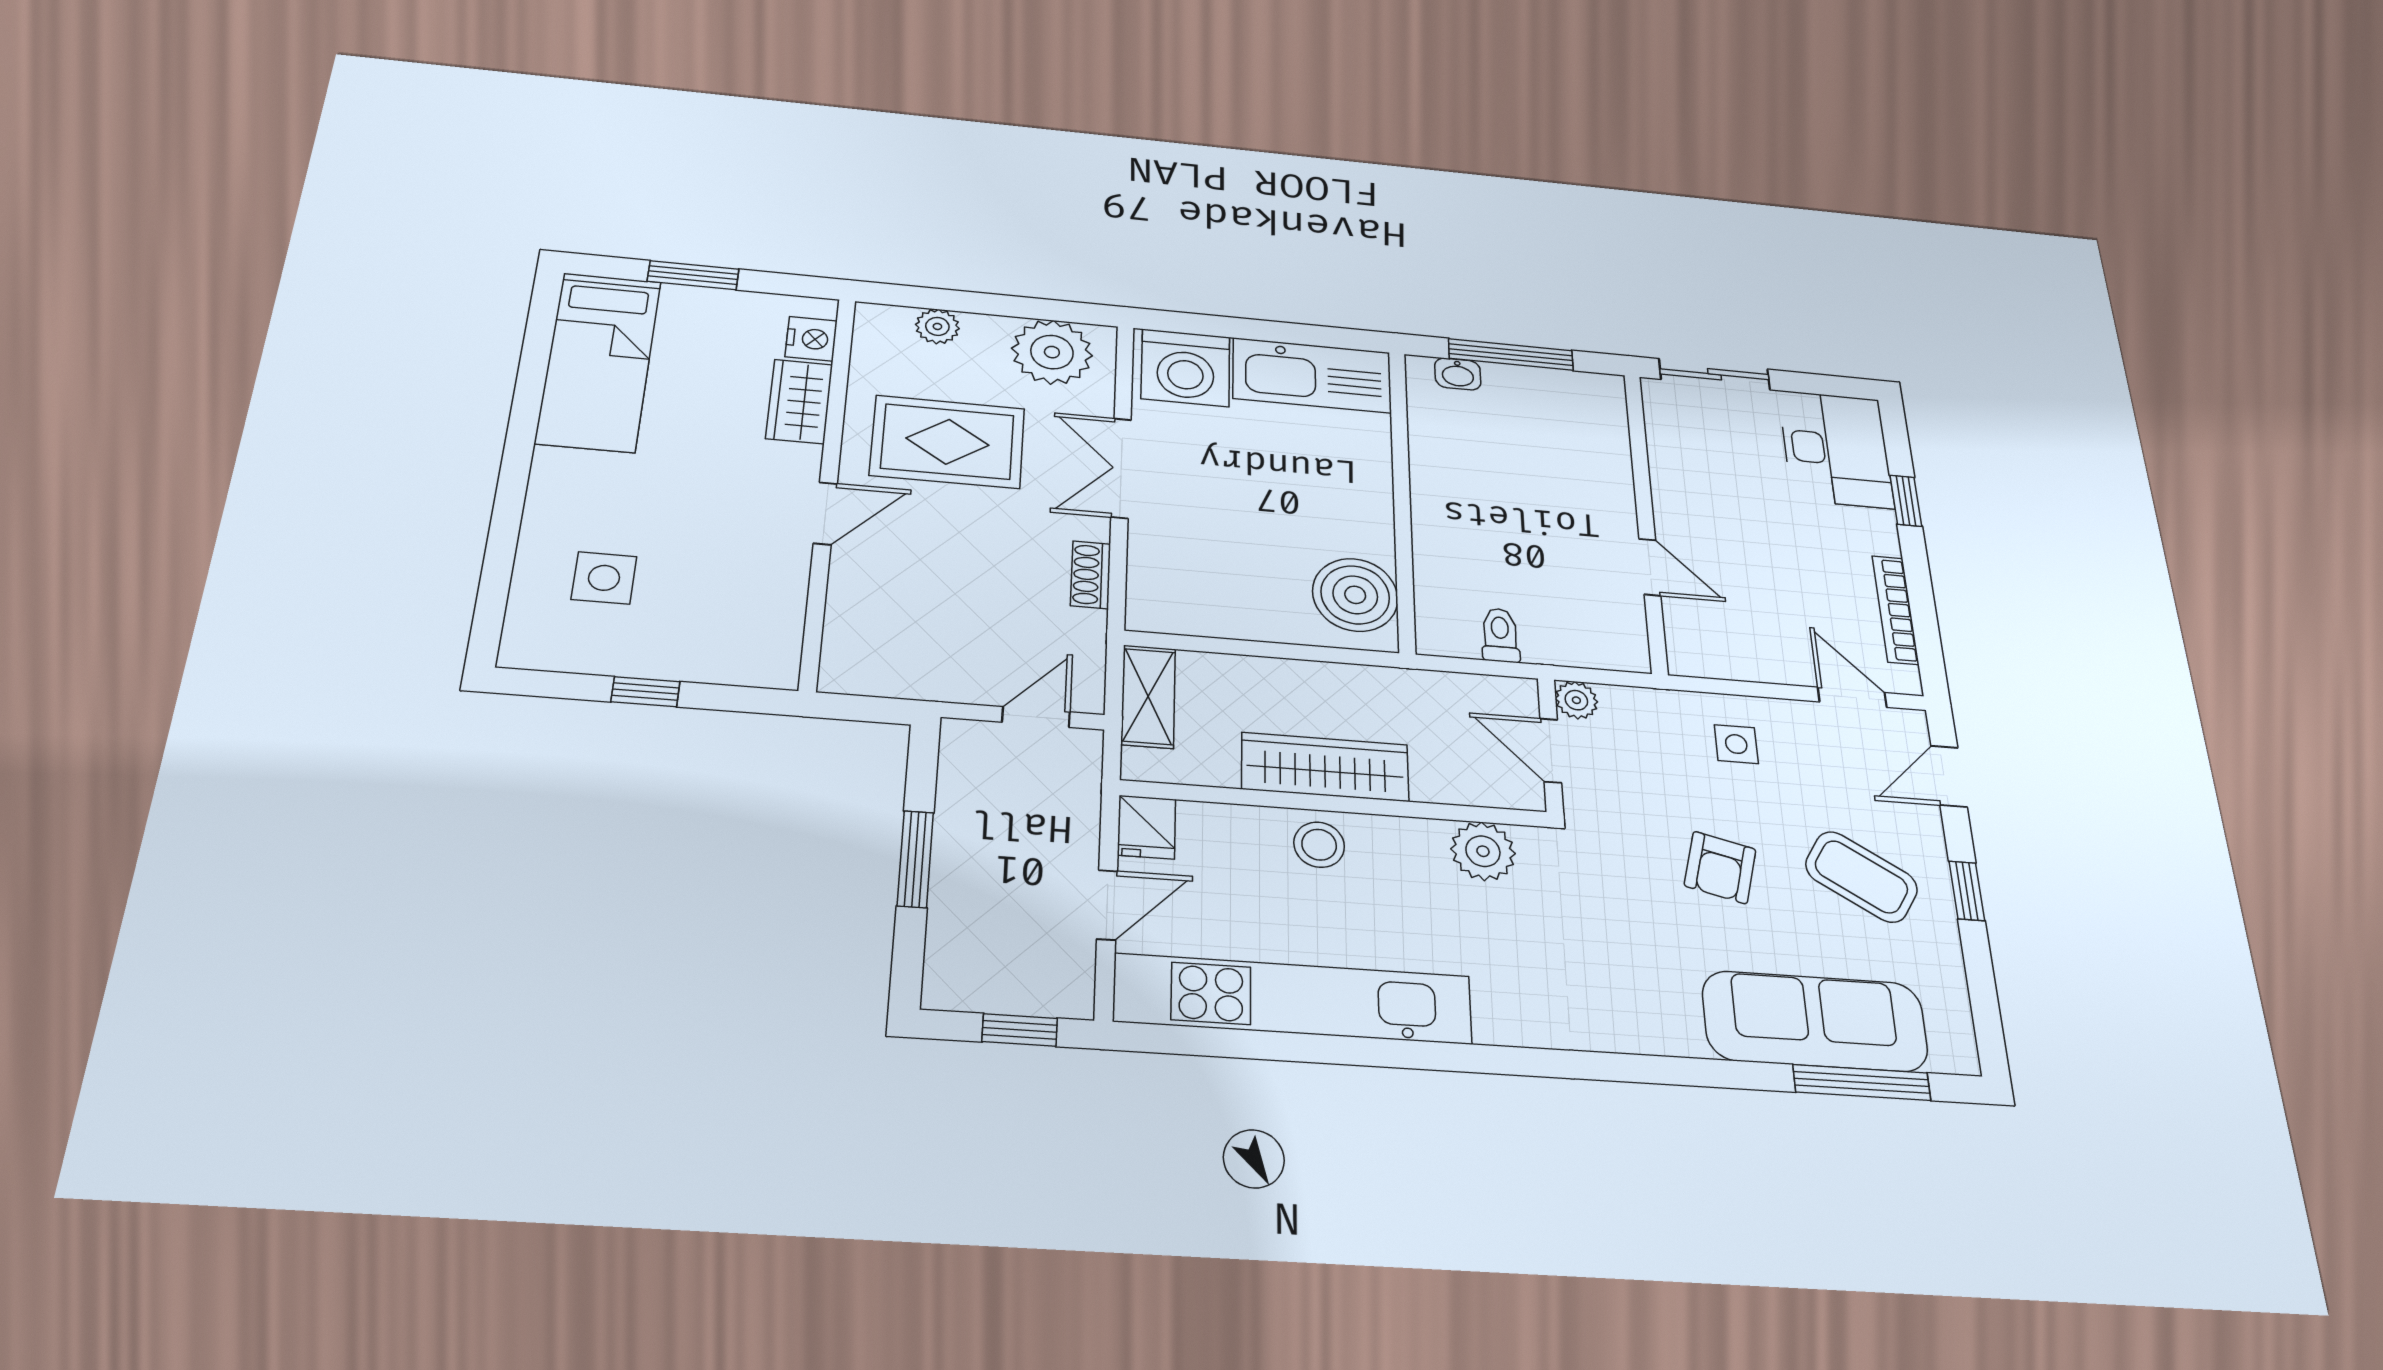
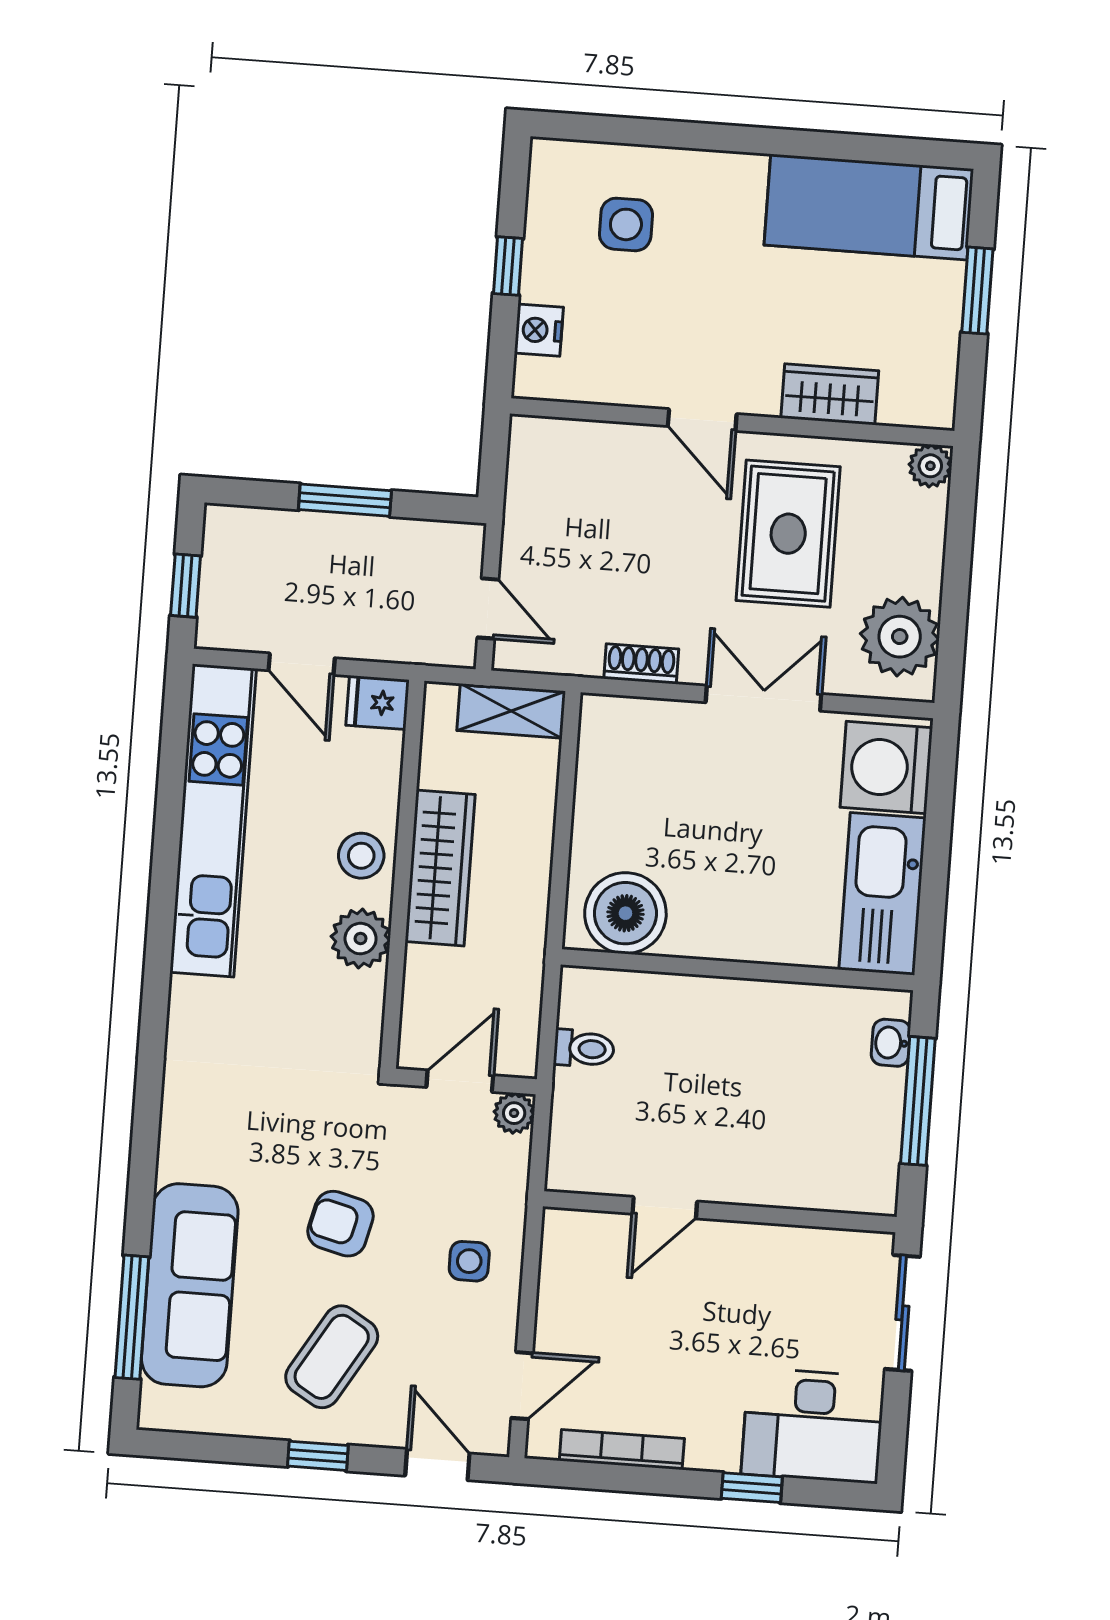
plant: (937, 326) -> (930, 466), moved
nightstand: (811, 339) -> (539, 330), moved, turned 90
plant: (1483, 851) -> (361, 939), moved

